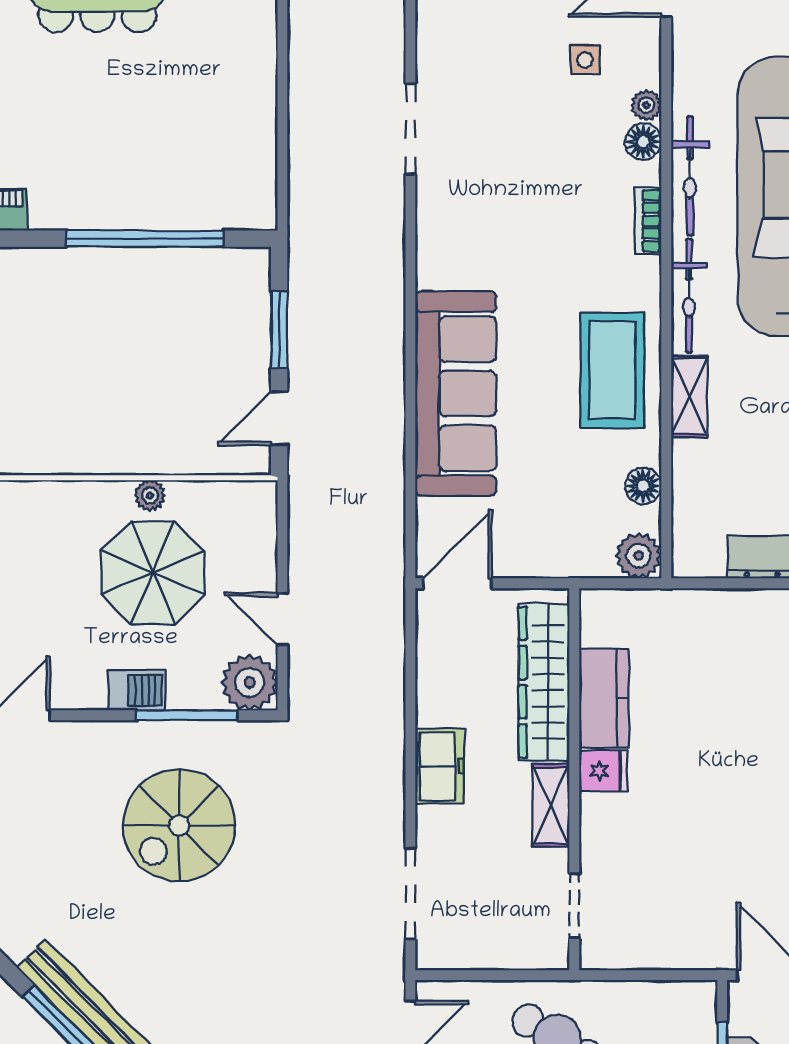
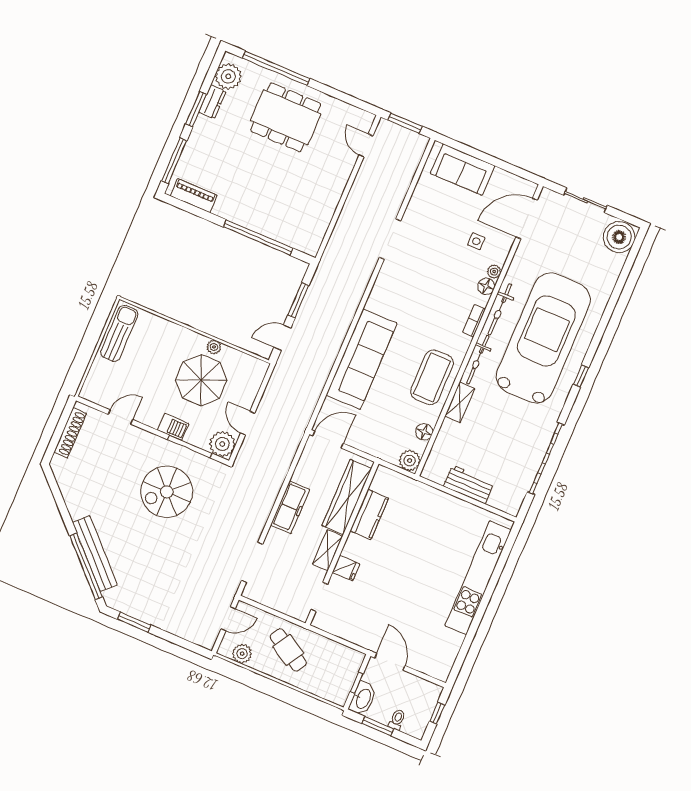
freezer: (440, 766) -> (290, 507), width x1.40
fridge: (603, 771) -> (346, 568), moved

